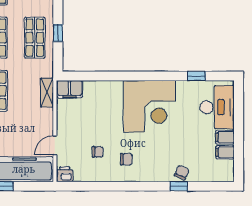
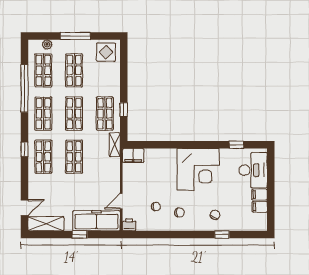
shelving: (47, 93) -> (115, 145), moved
chair: (182, 173) -> (215, 215), moved

